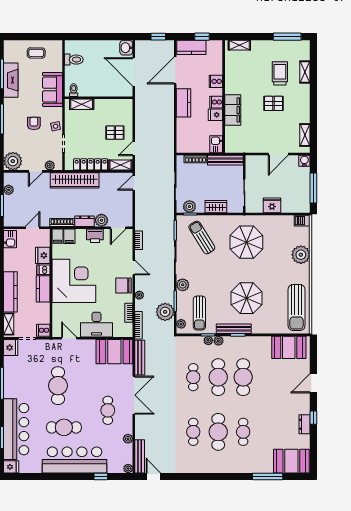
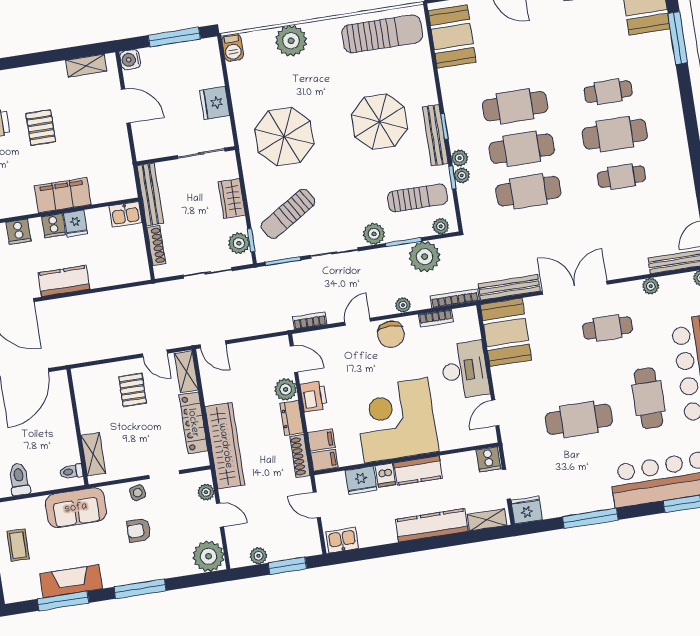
cafe table: (193, 377) -> (528, 191), width x1.37, depth x1.35

